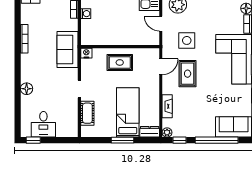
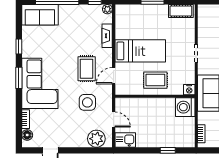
washing machine: (86, 14) -> (185, 107), moved, width x1.89, depth x1.89
bed: (128, 112) -> (140, 51), moved, turned -90
cot: (87, 113) -> (181, 11), moved, turned 90
dresser: (150, 132) -> (125, 10), removed

